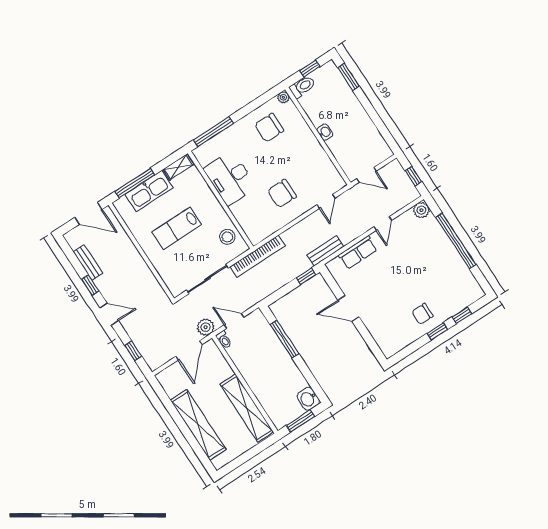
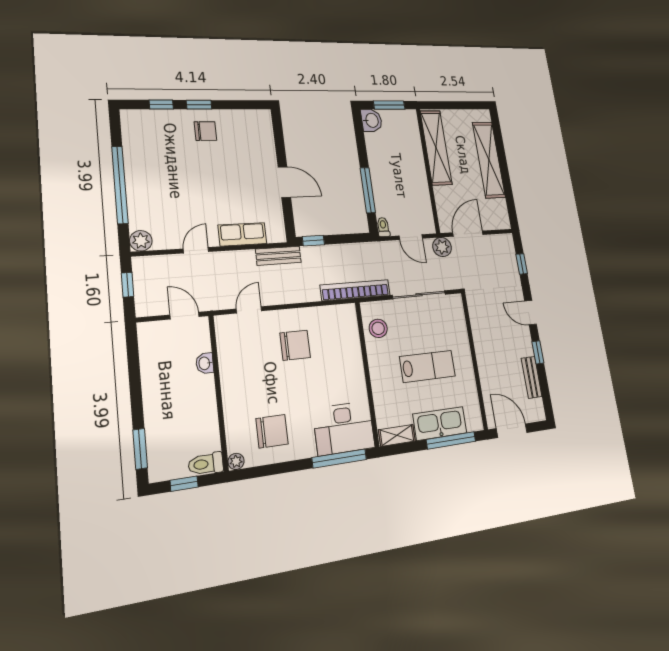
washbasin: (325, 132) -> (205, 363), moved
desk: (230, 178) -> (344, 428), moved, turned 90
toilet: (224, 340) -> (383, 227), moved

